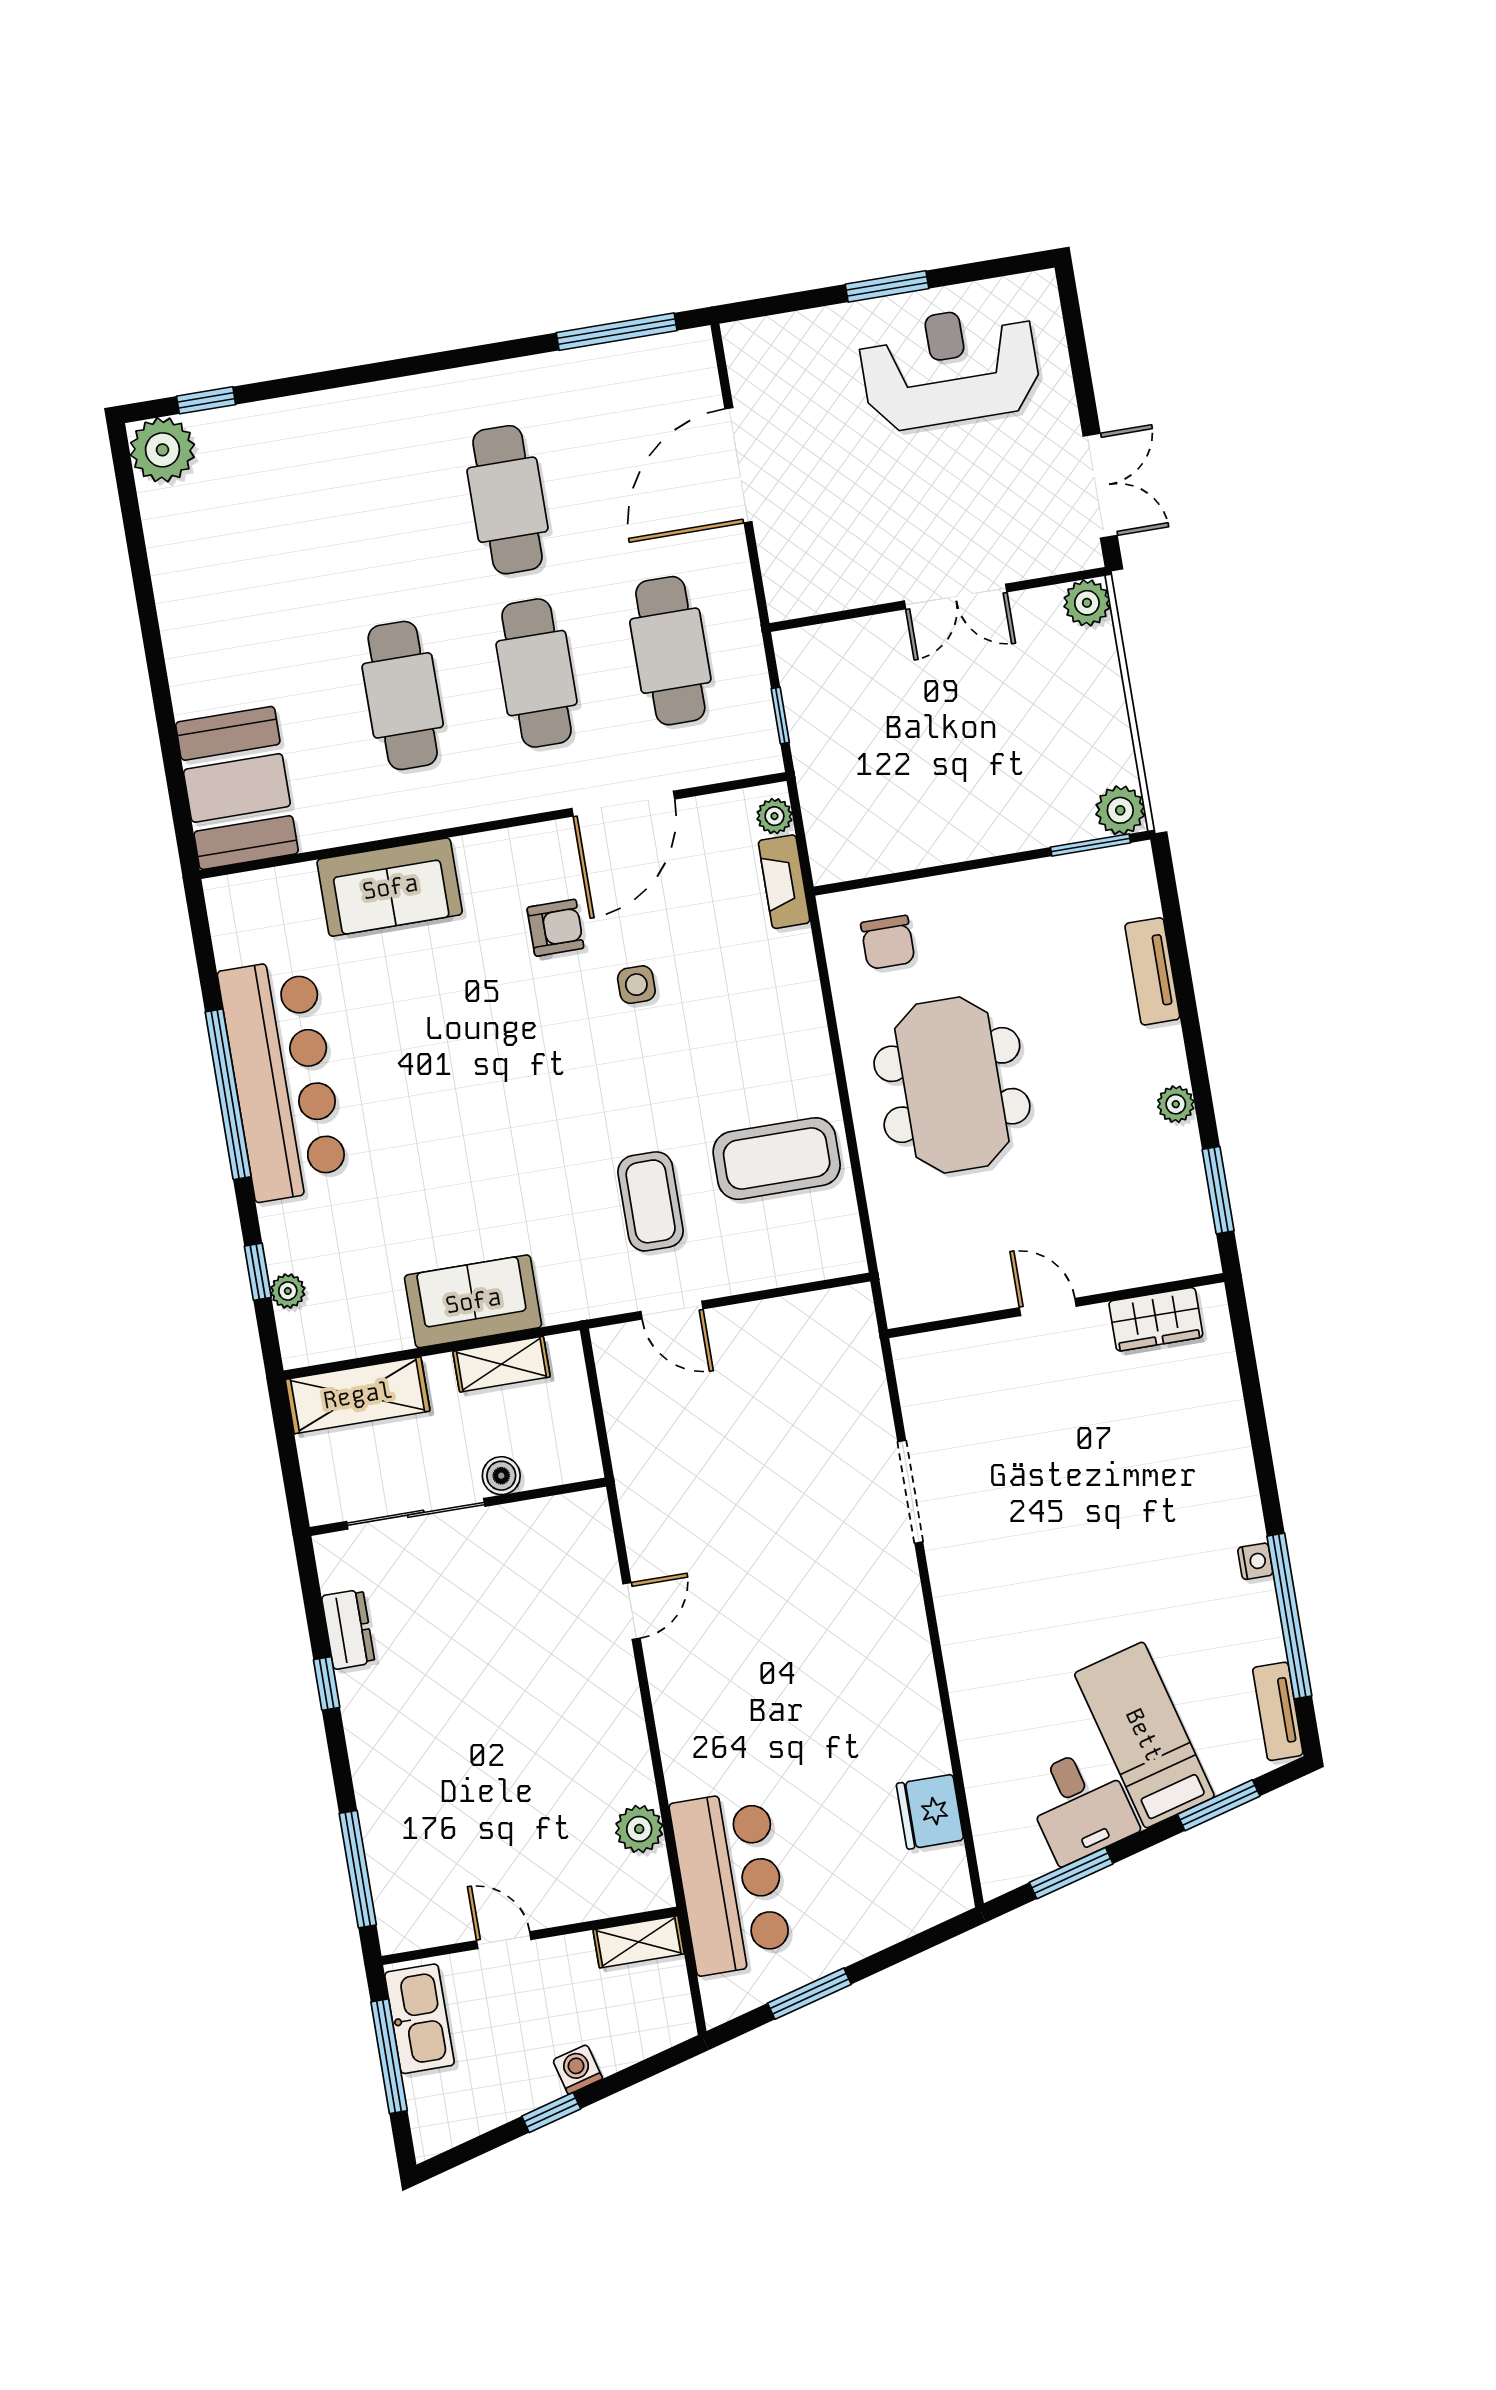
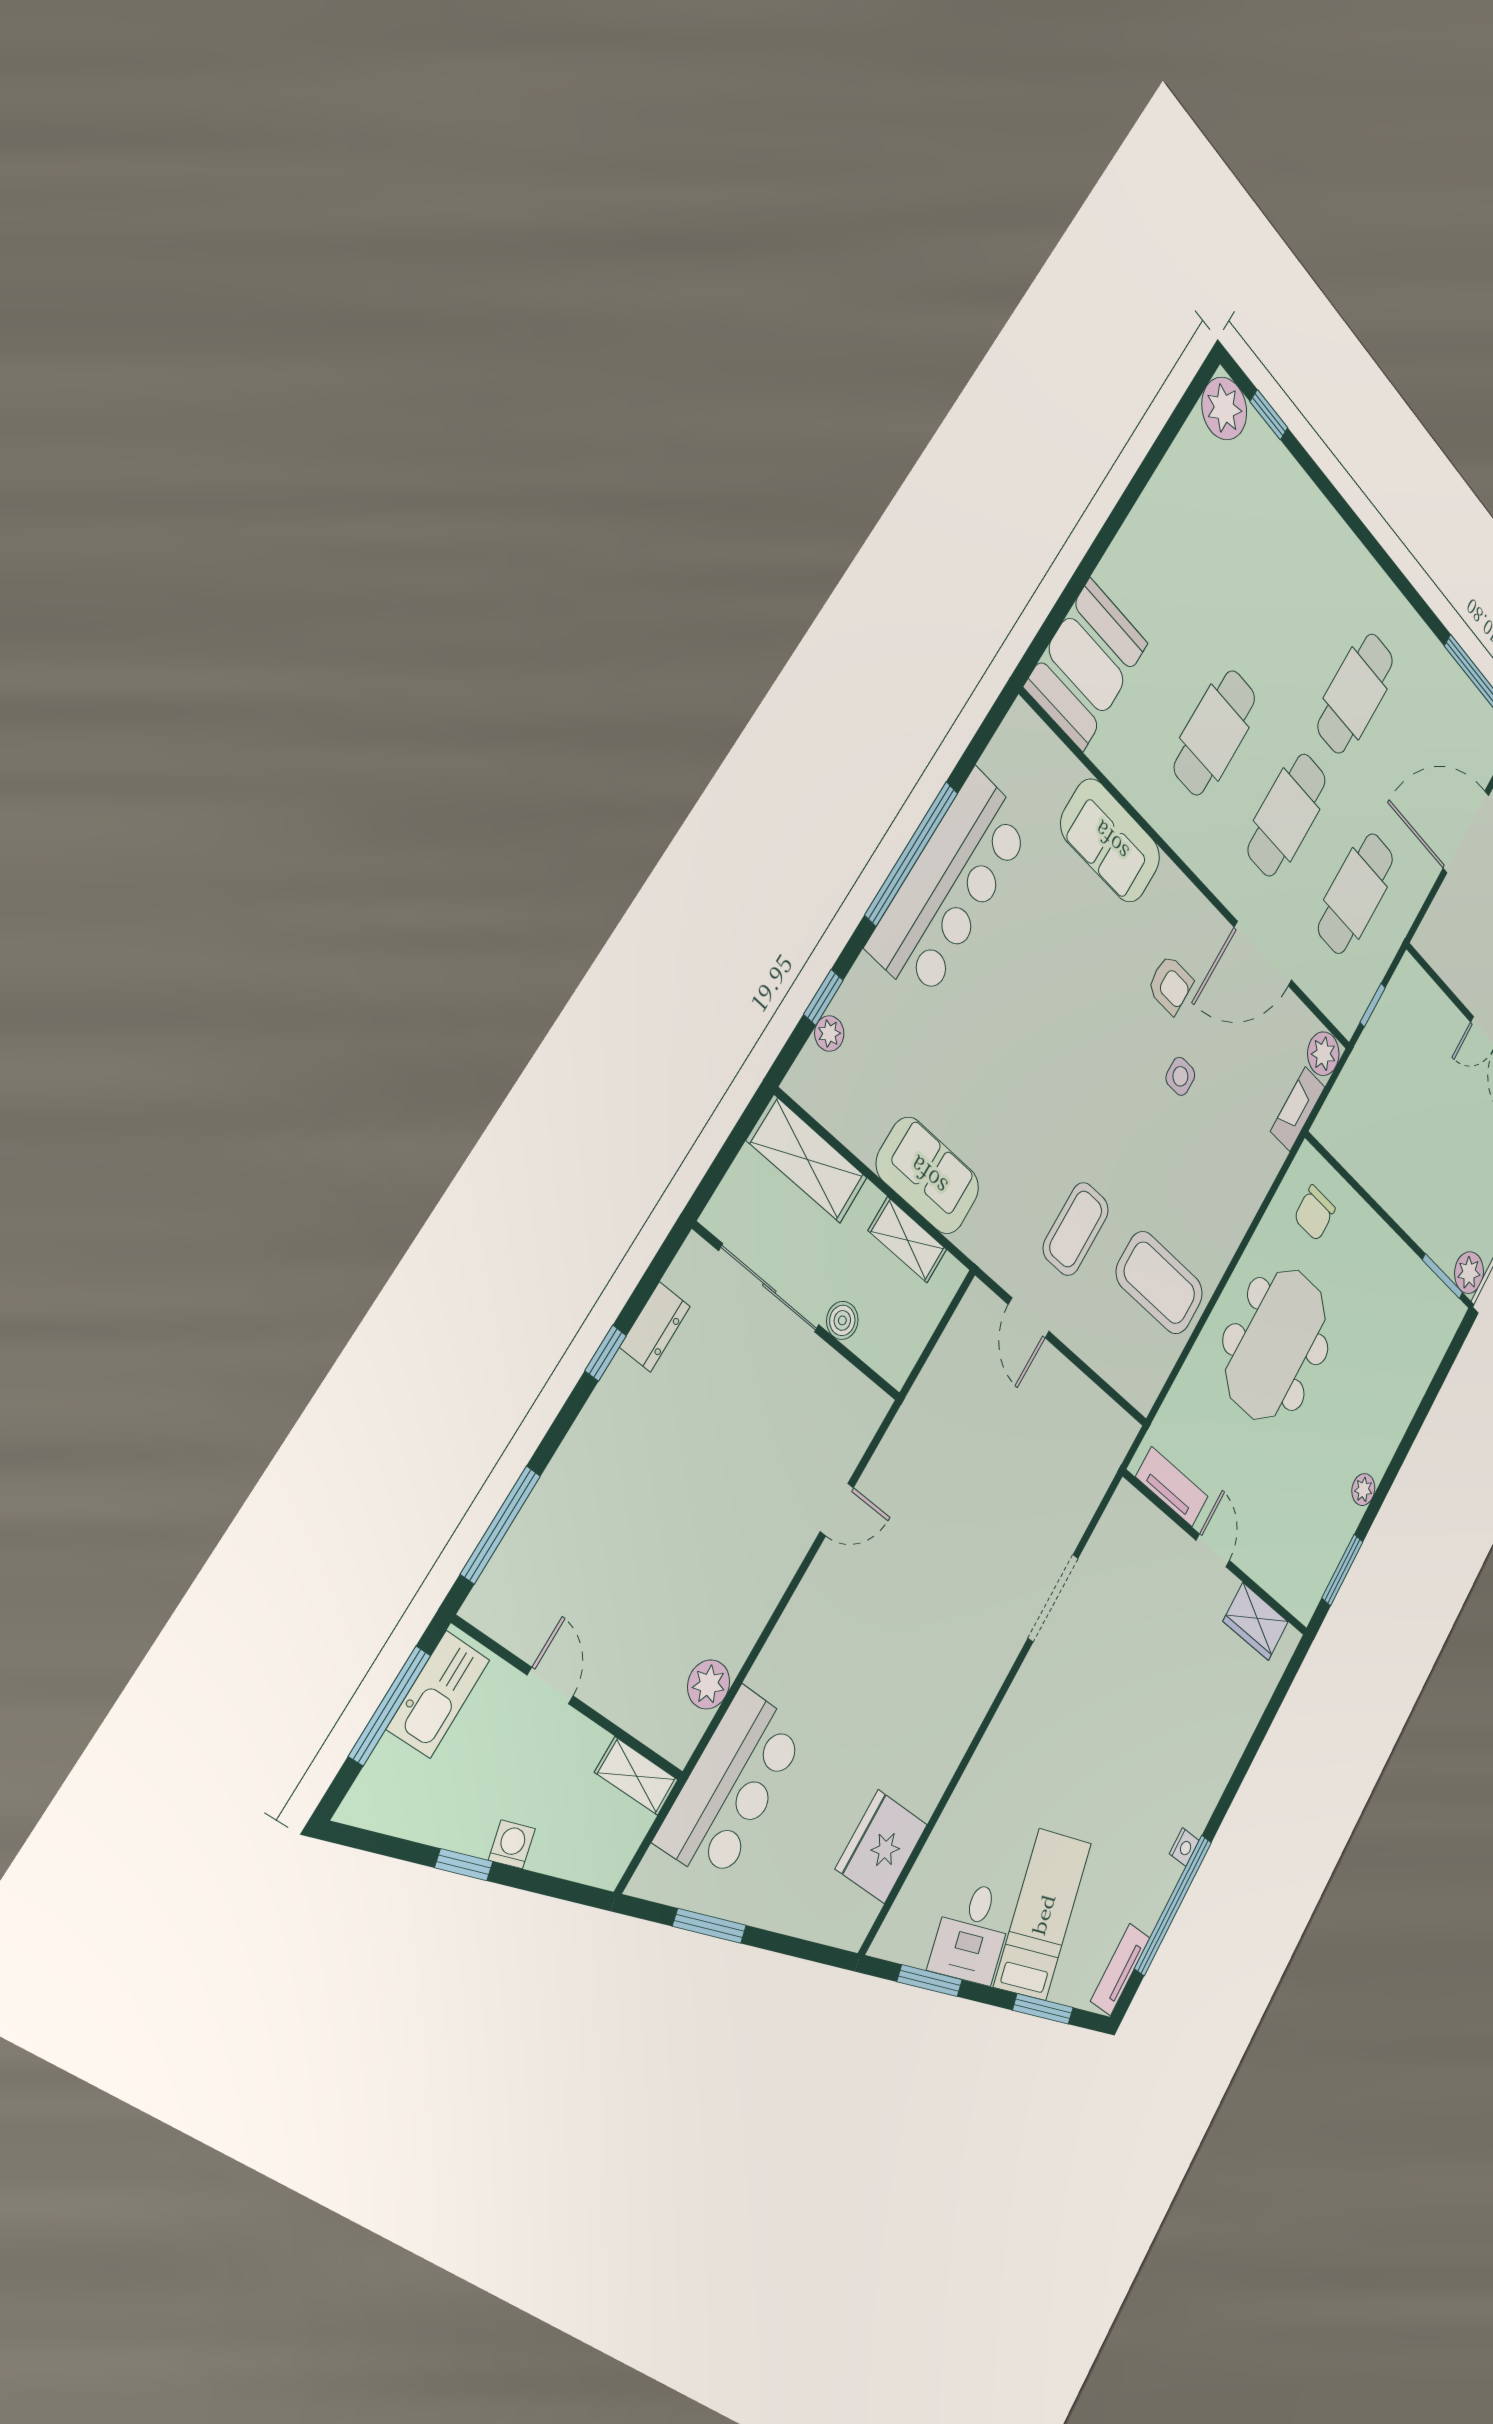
plant: (774, 816) -> (1323, 1054), width x1.38, depth x1.38
tv unit: (1152, 971) -> (1172, 1487), moved, turned 90
fridge: (930, 1812) -> (881, 1847), width x1.36, depth x1.34

